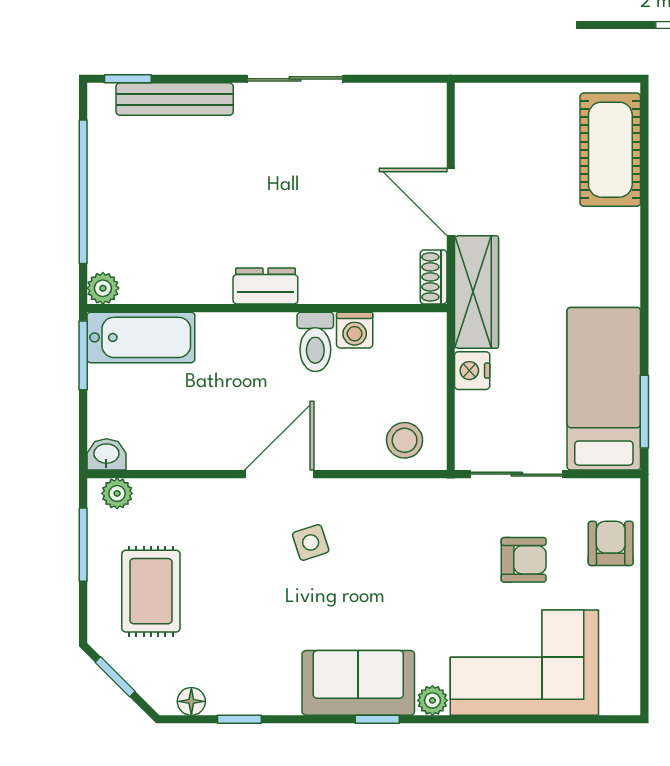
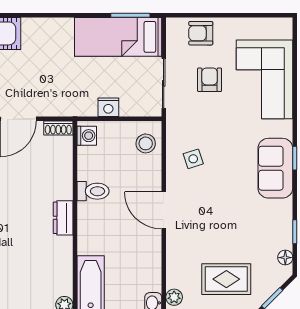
wardrobe: (476, 292) -> (66, 105), removed
washing machine: (355, 330) -> (87, 136), moved
side table: (311, 542) -> (193, 159), moved
plant: (432, 700) -> (285, 129), removed

